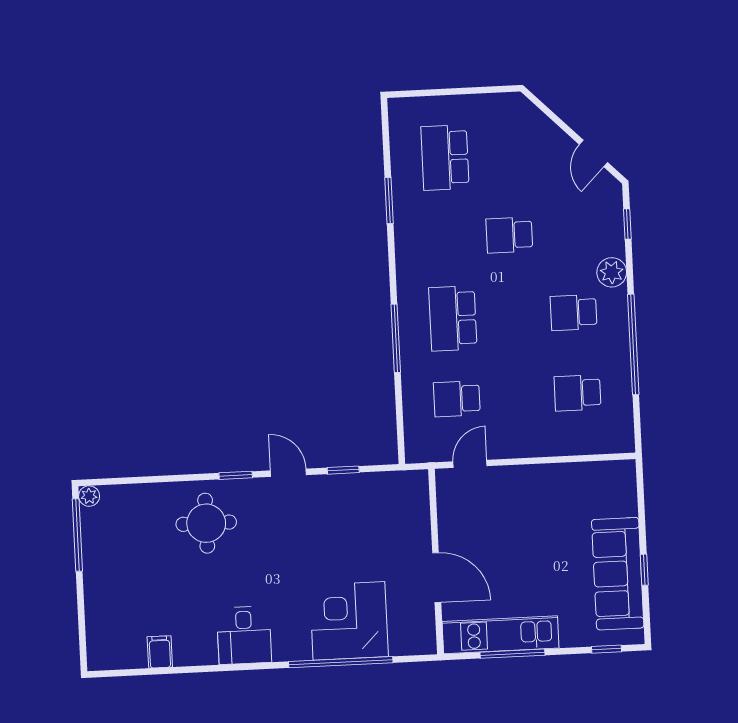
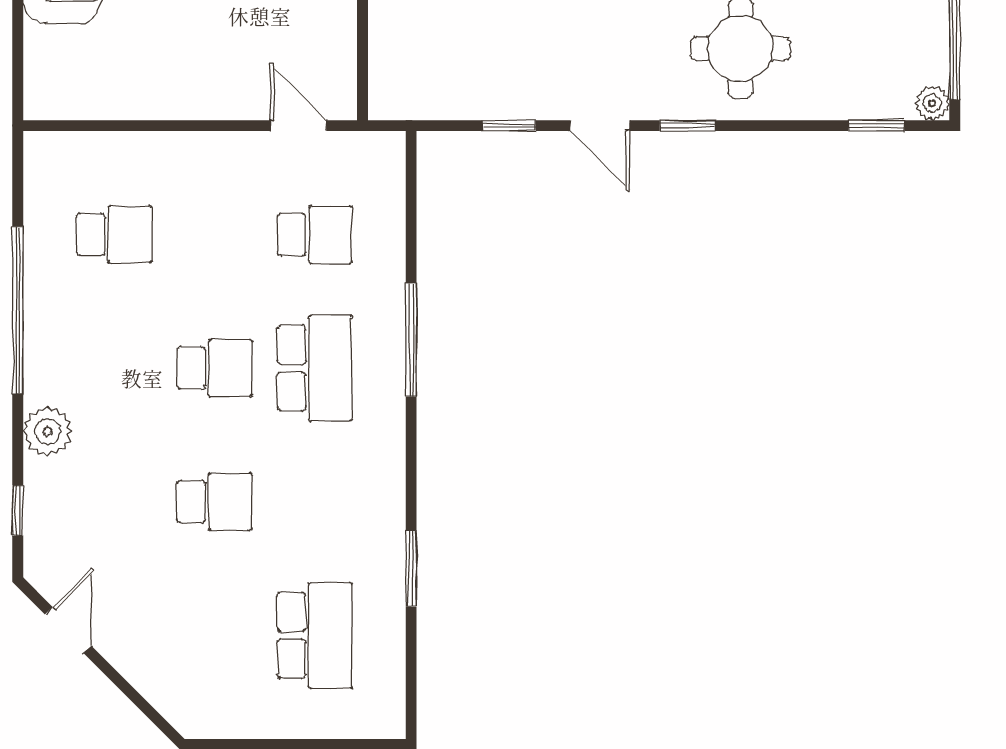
school desk: (574, 312) -> (214, 368), moved
door: (470, 464) -> (298, 126), swing flipped
window: (122, 481) -> (876, 126), added

